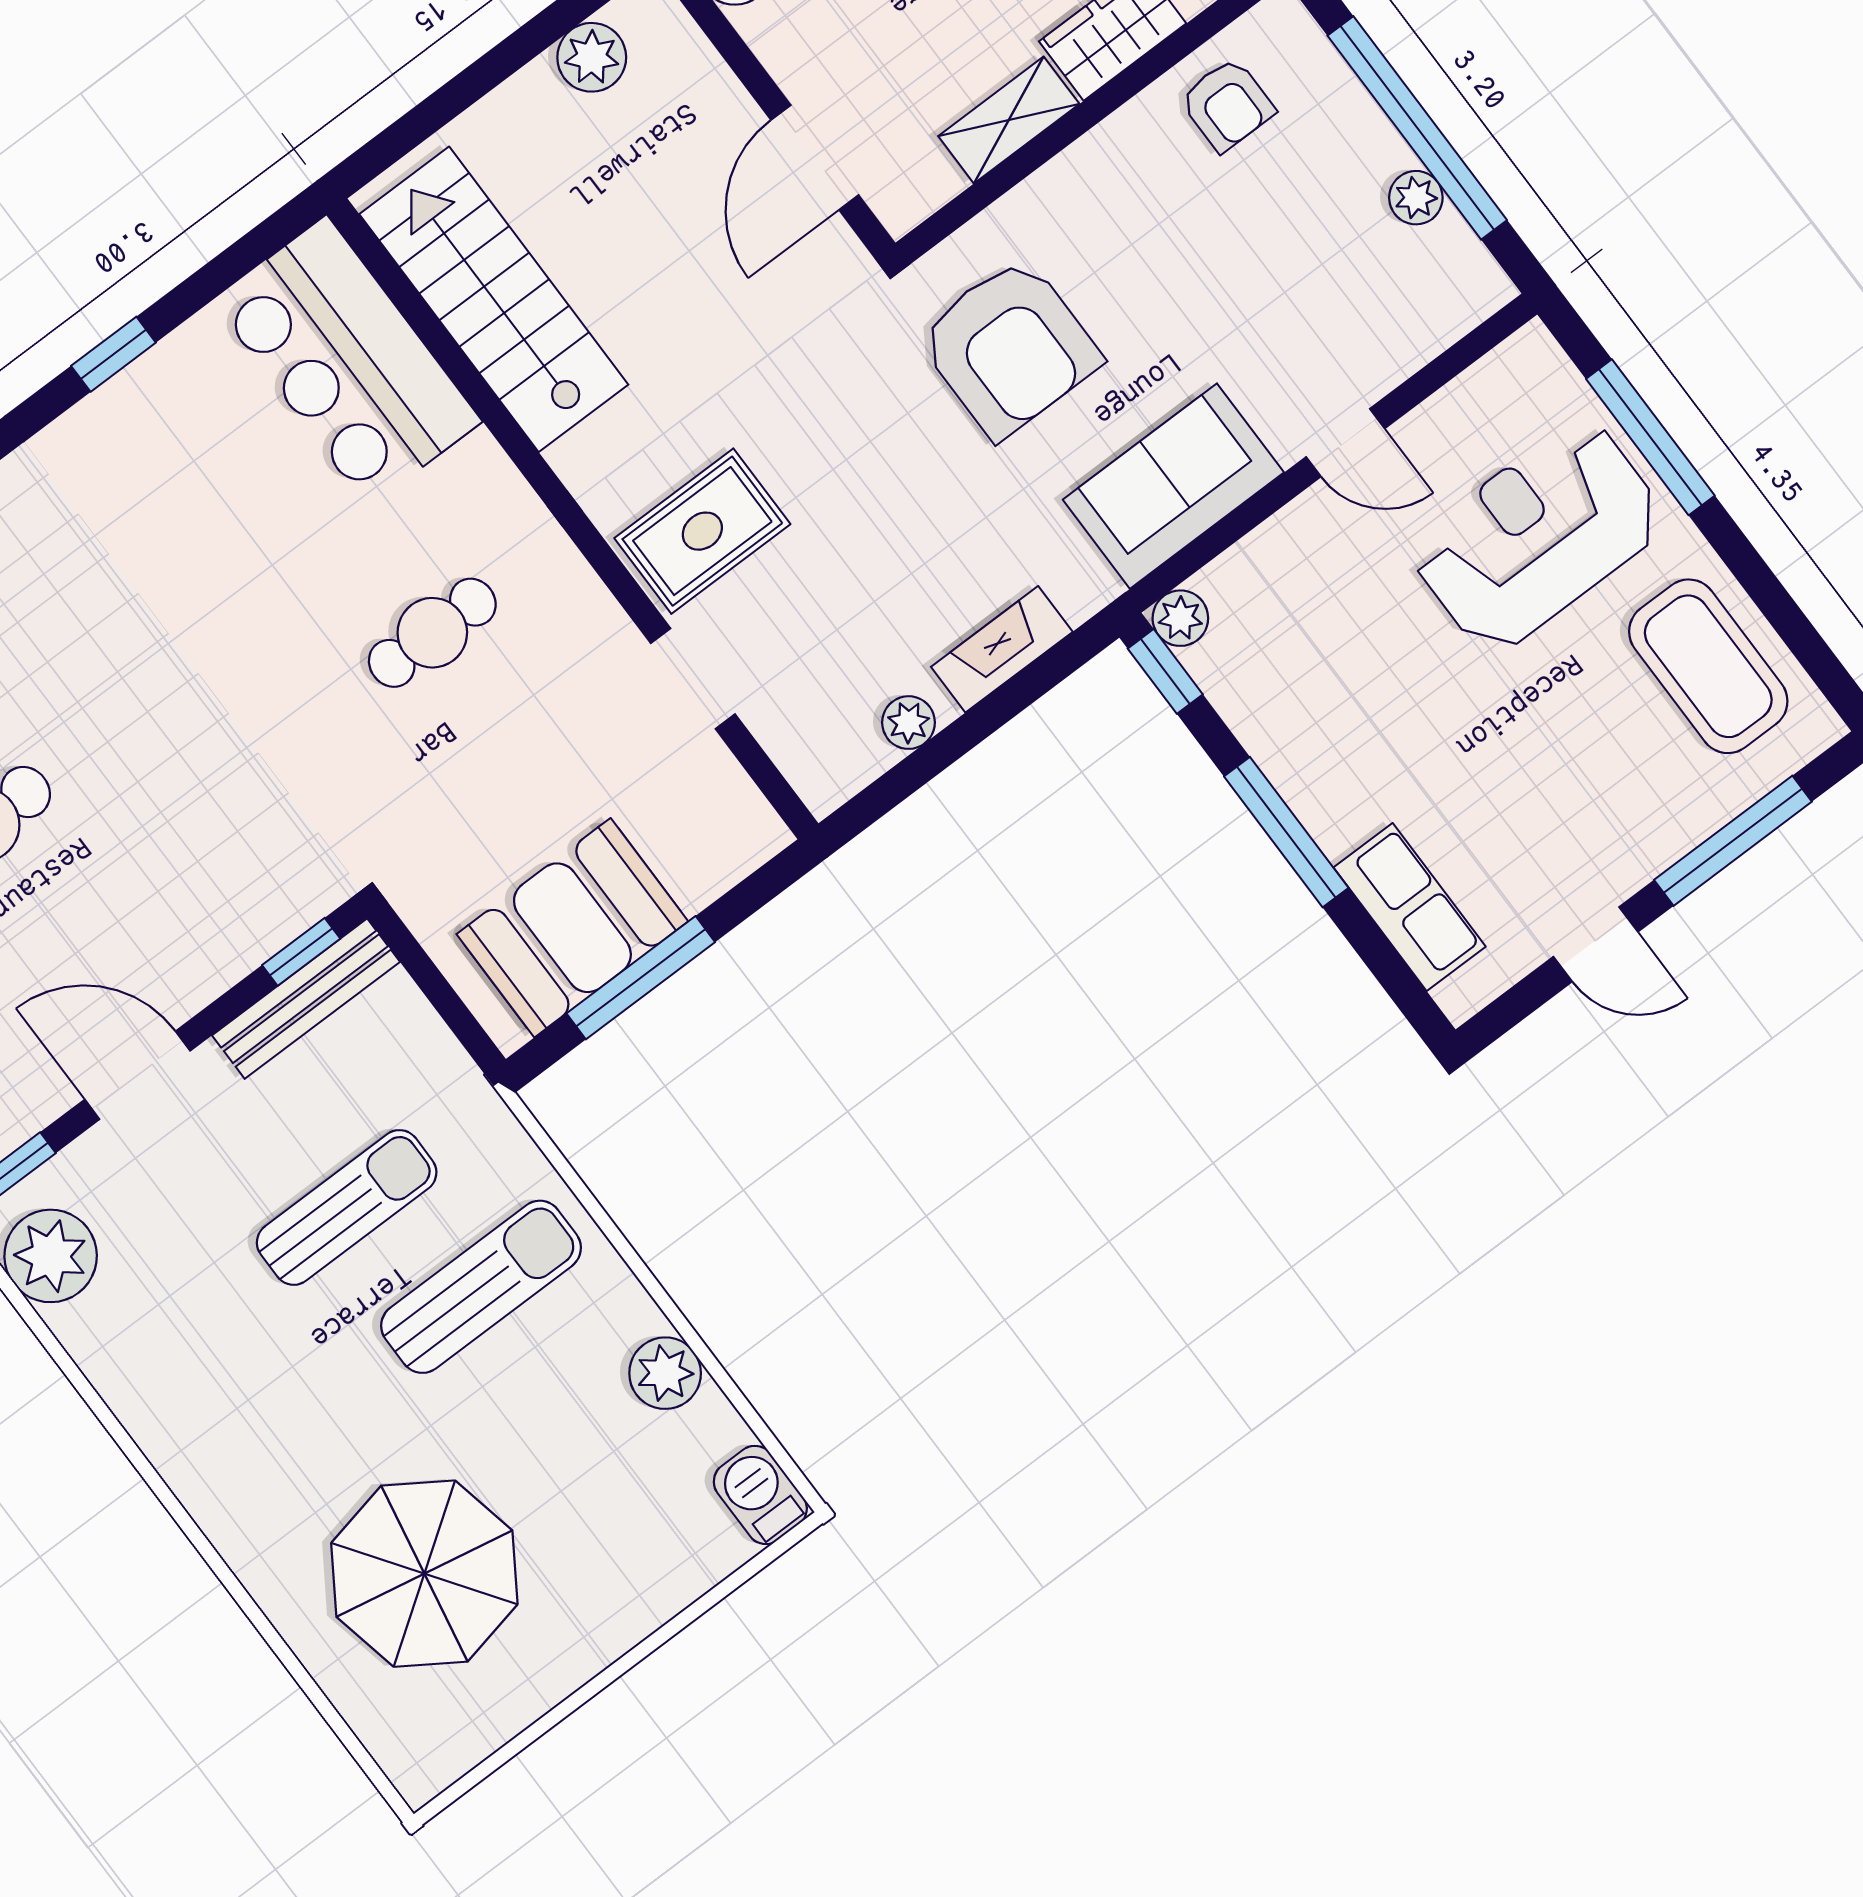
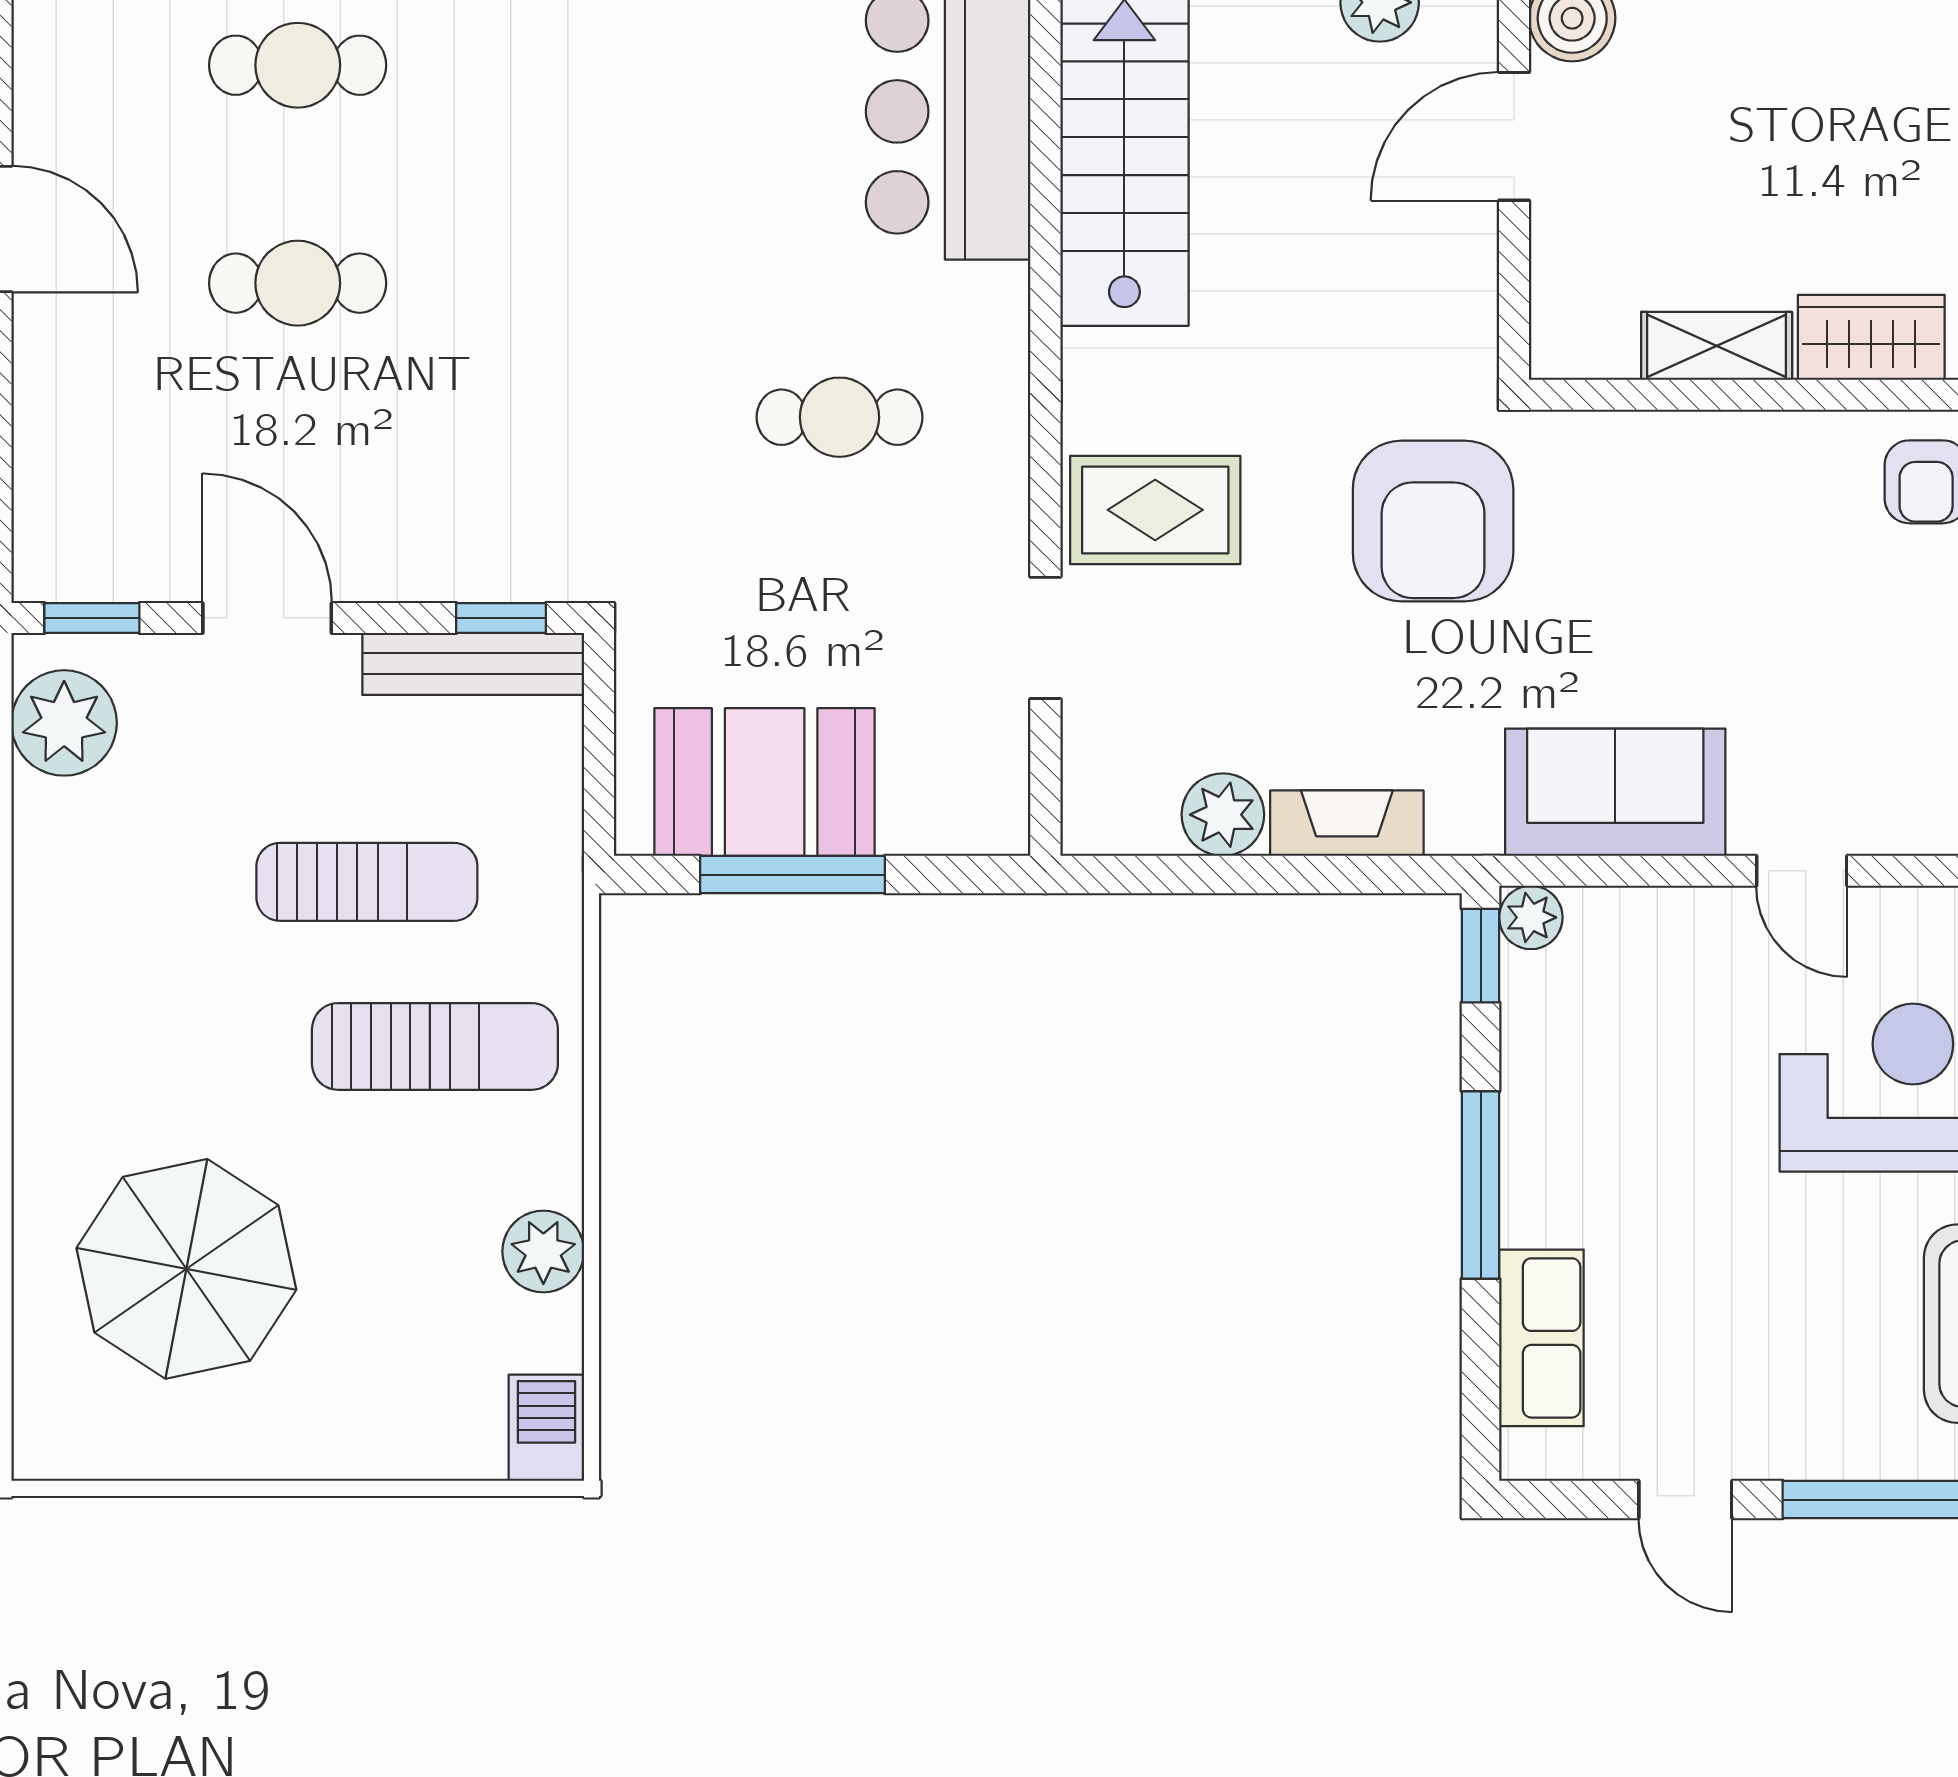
door: (815, 158) -> (1514, 136), moved
armchair: (1009, 348) -> (1433, 521), moved
plant: (909, 723) -> (1223, 815), width x1.38, depth x1.38

